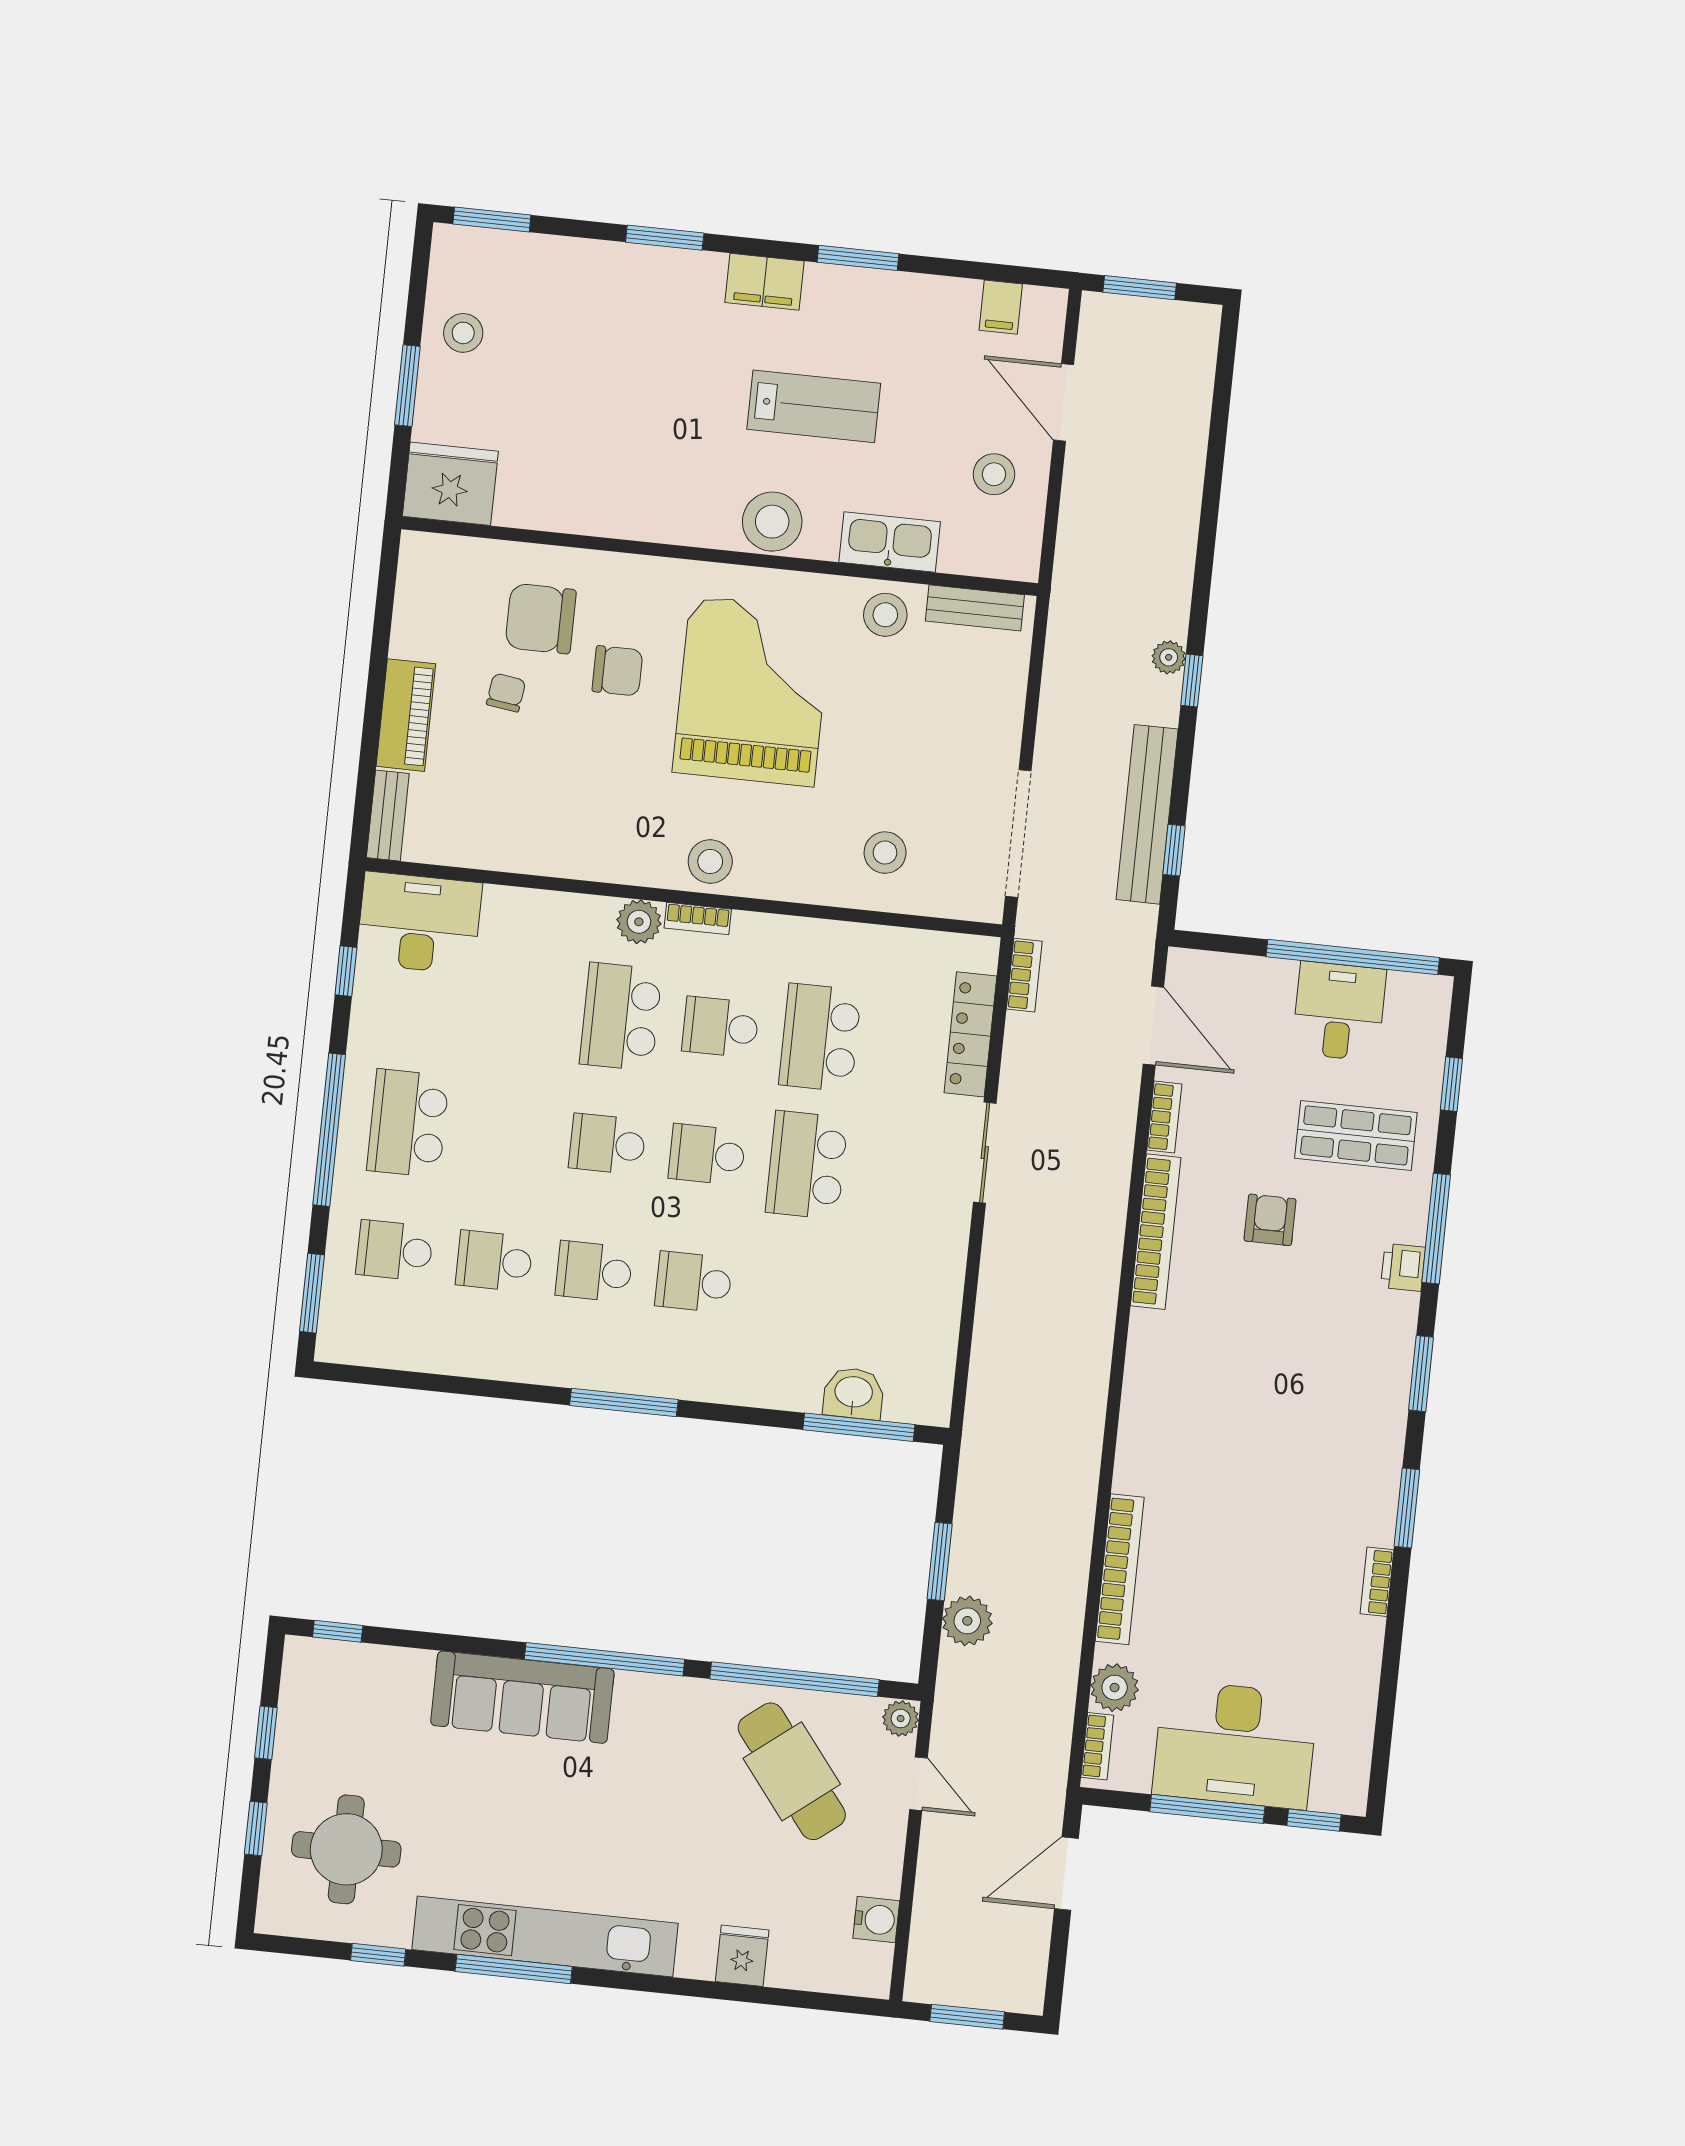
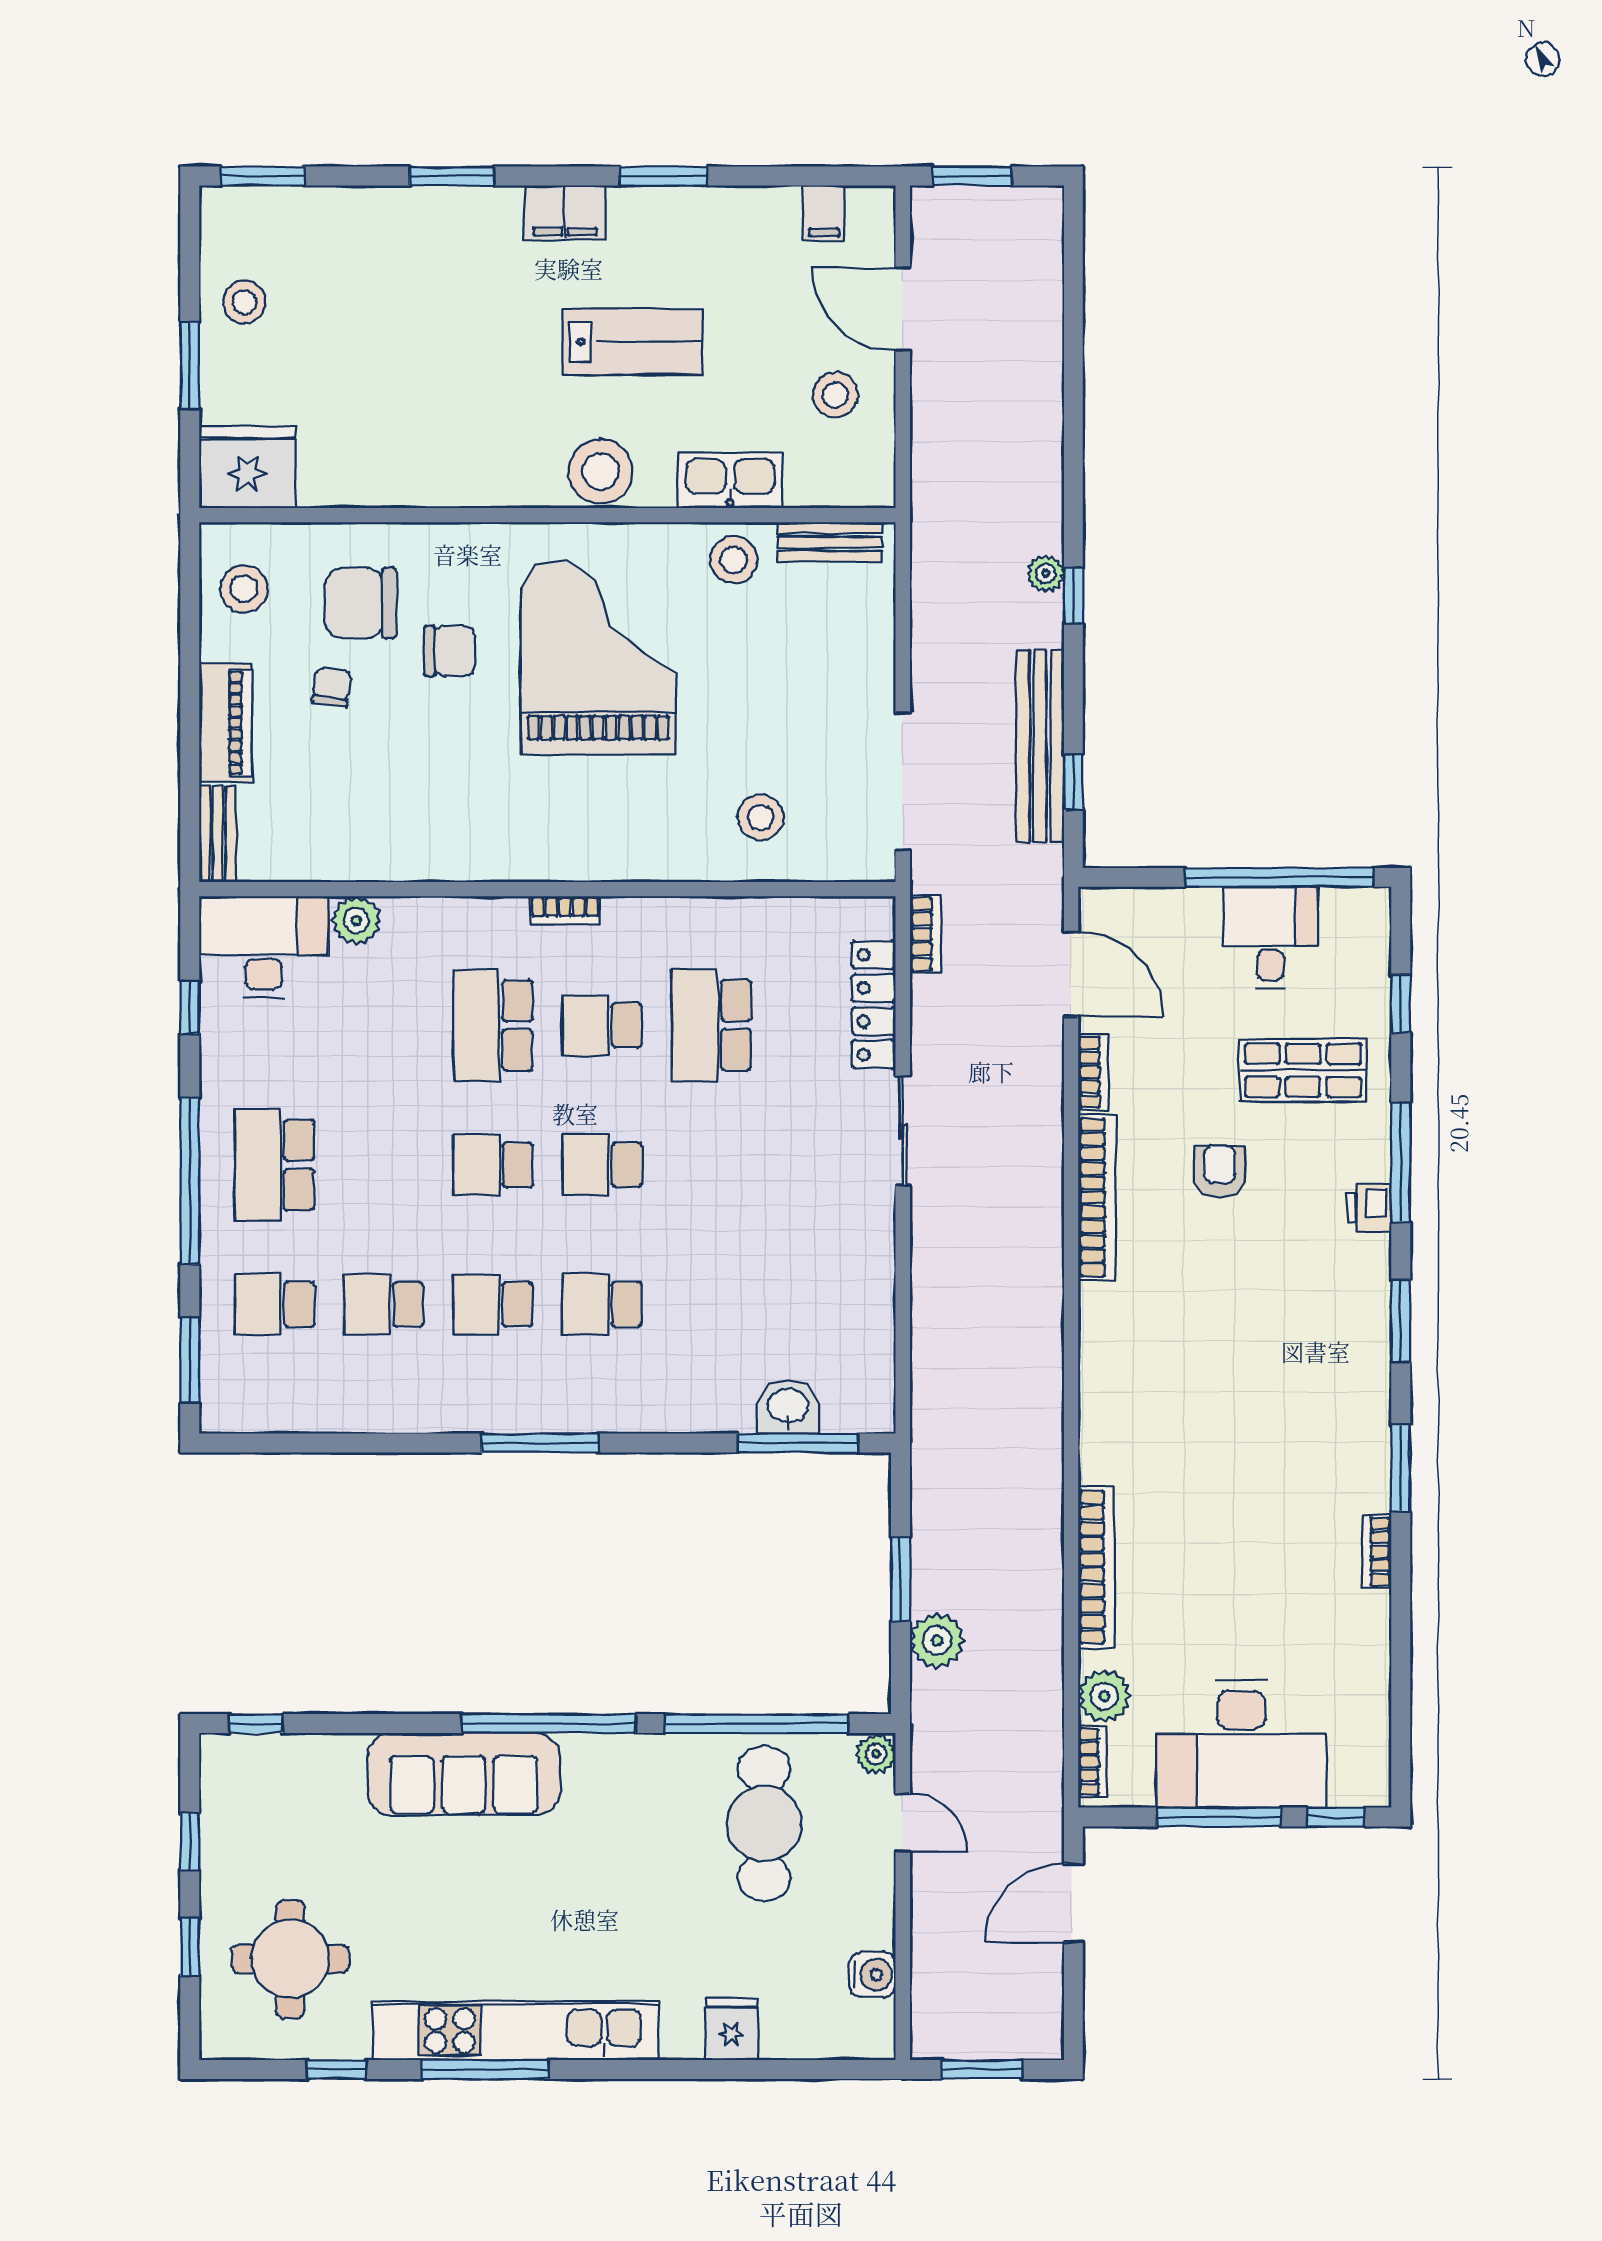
stool: (710, 861) -> (244, 589), moved
plant: (639, 922) -> (356, 920), moved
school desk: (807, 1165) -> (711, 1165), removed
cafe table: (792, 1771) -> (764, 1824), turned 38

